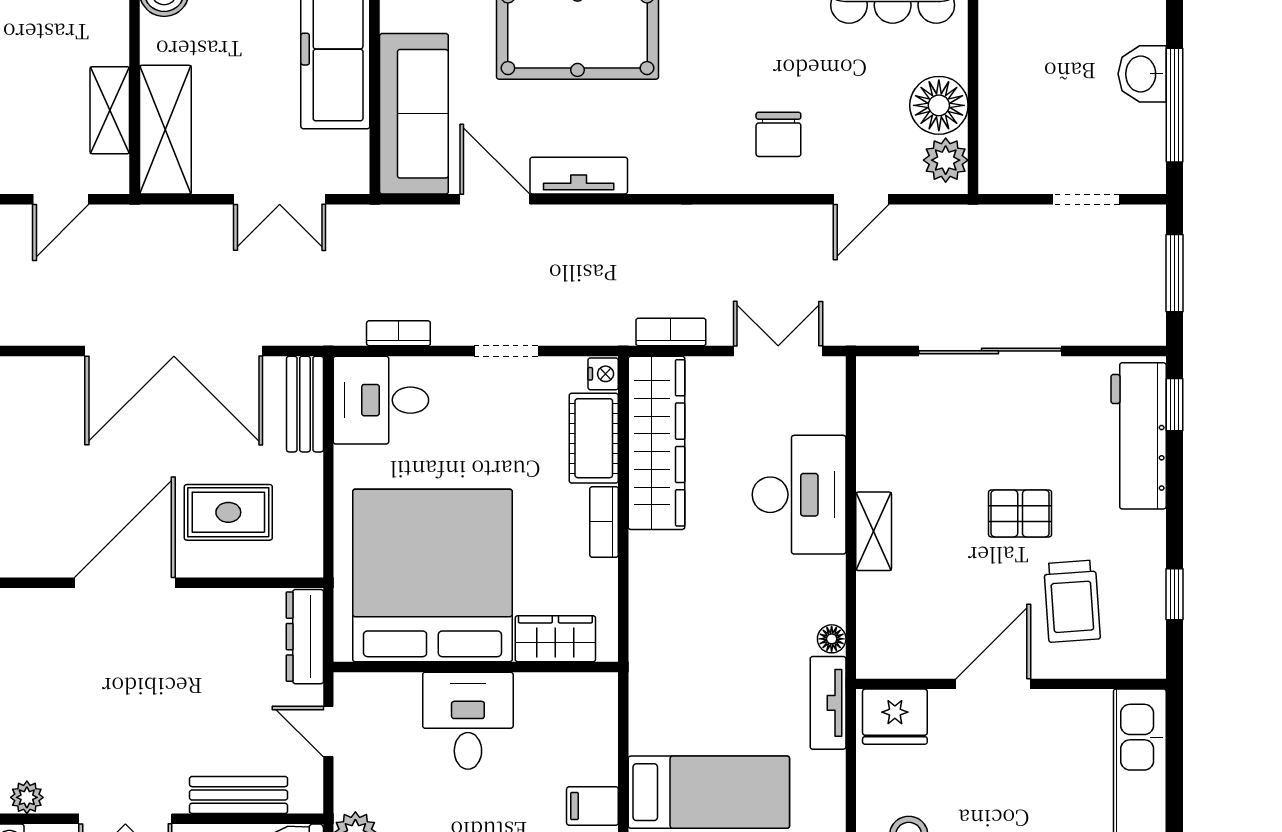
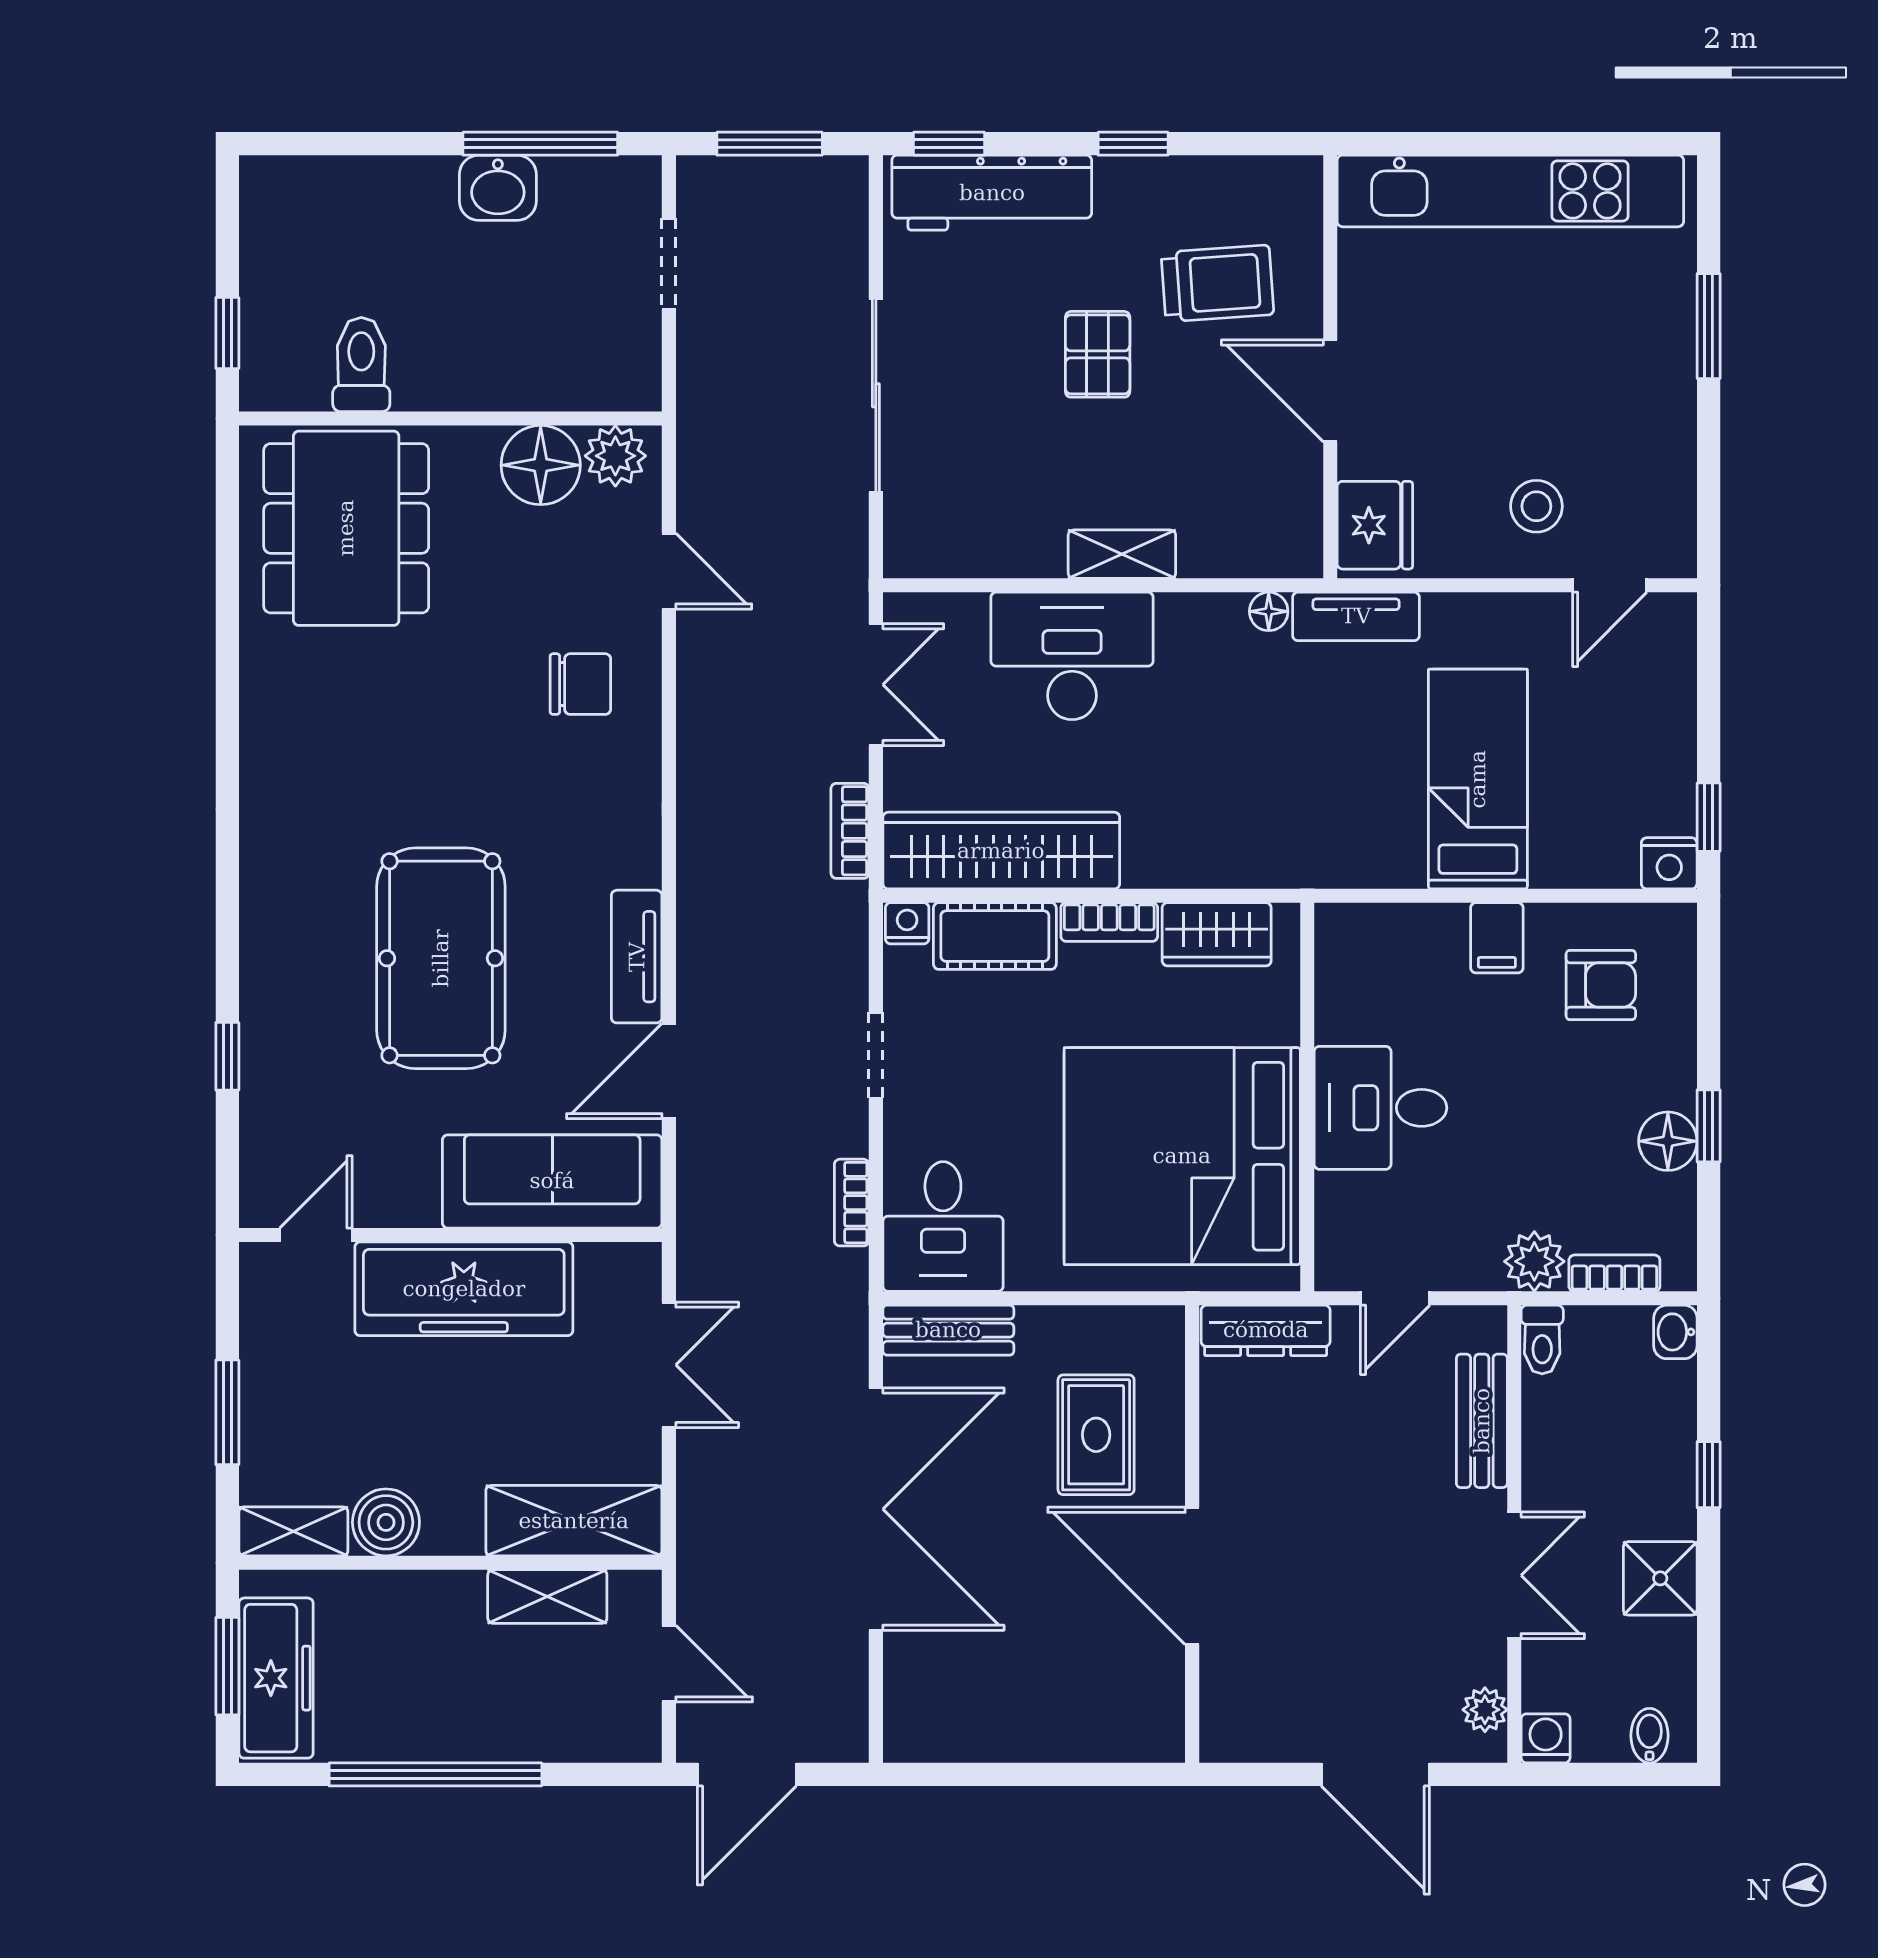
double door: (778, 351) -> (876, 685), swing flipped
window: (1174, 594) -> (1133, 144), moved
wardrobe: (555, 639) -> (1217, 934), moved, turned -90

